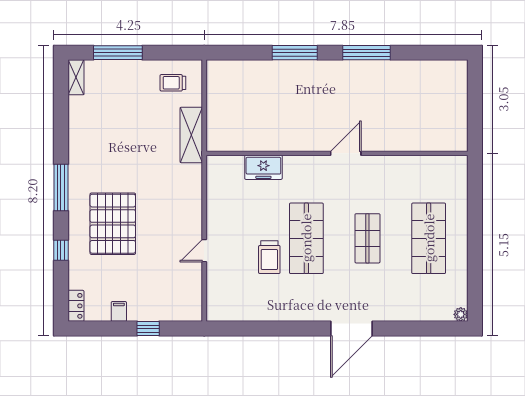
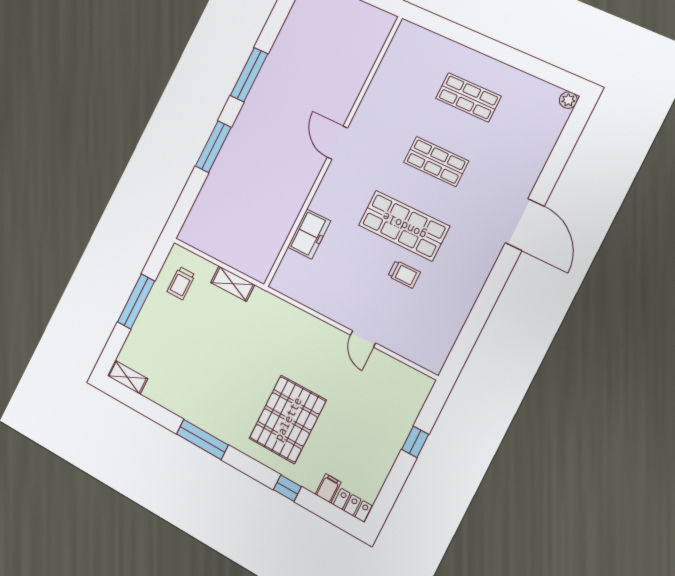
window: (118, 53) -> (136, 302), moved
shelving: (191, 135) -> (233, 284), width x0.67, depth x0.75
window: (61, 187) -> (202, 439), moved
pallet: (113, 224) -> (288, 419), turned 90
shop shelf: (429, 238) -> (468, 97), width x0.70, depth x0.74
trolley: (269, 257) -> (404, 274), width x0.73, depth x0.72
filing cabinet: (119, 311) -> (328, 488), moved, turned 90

